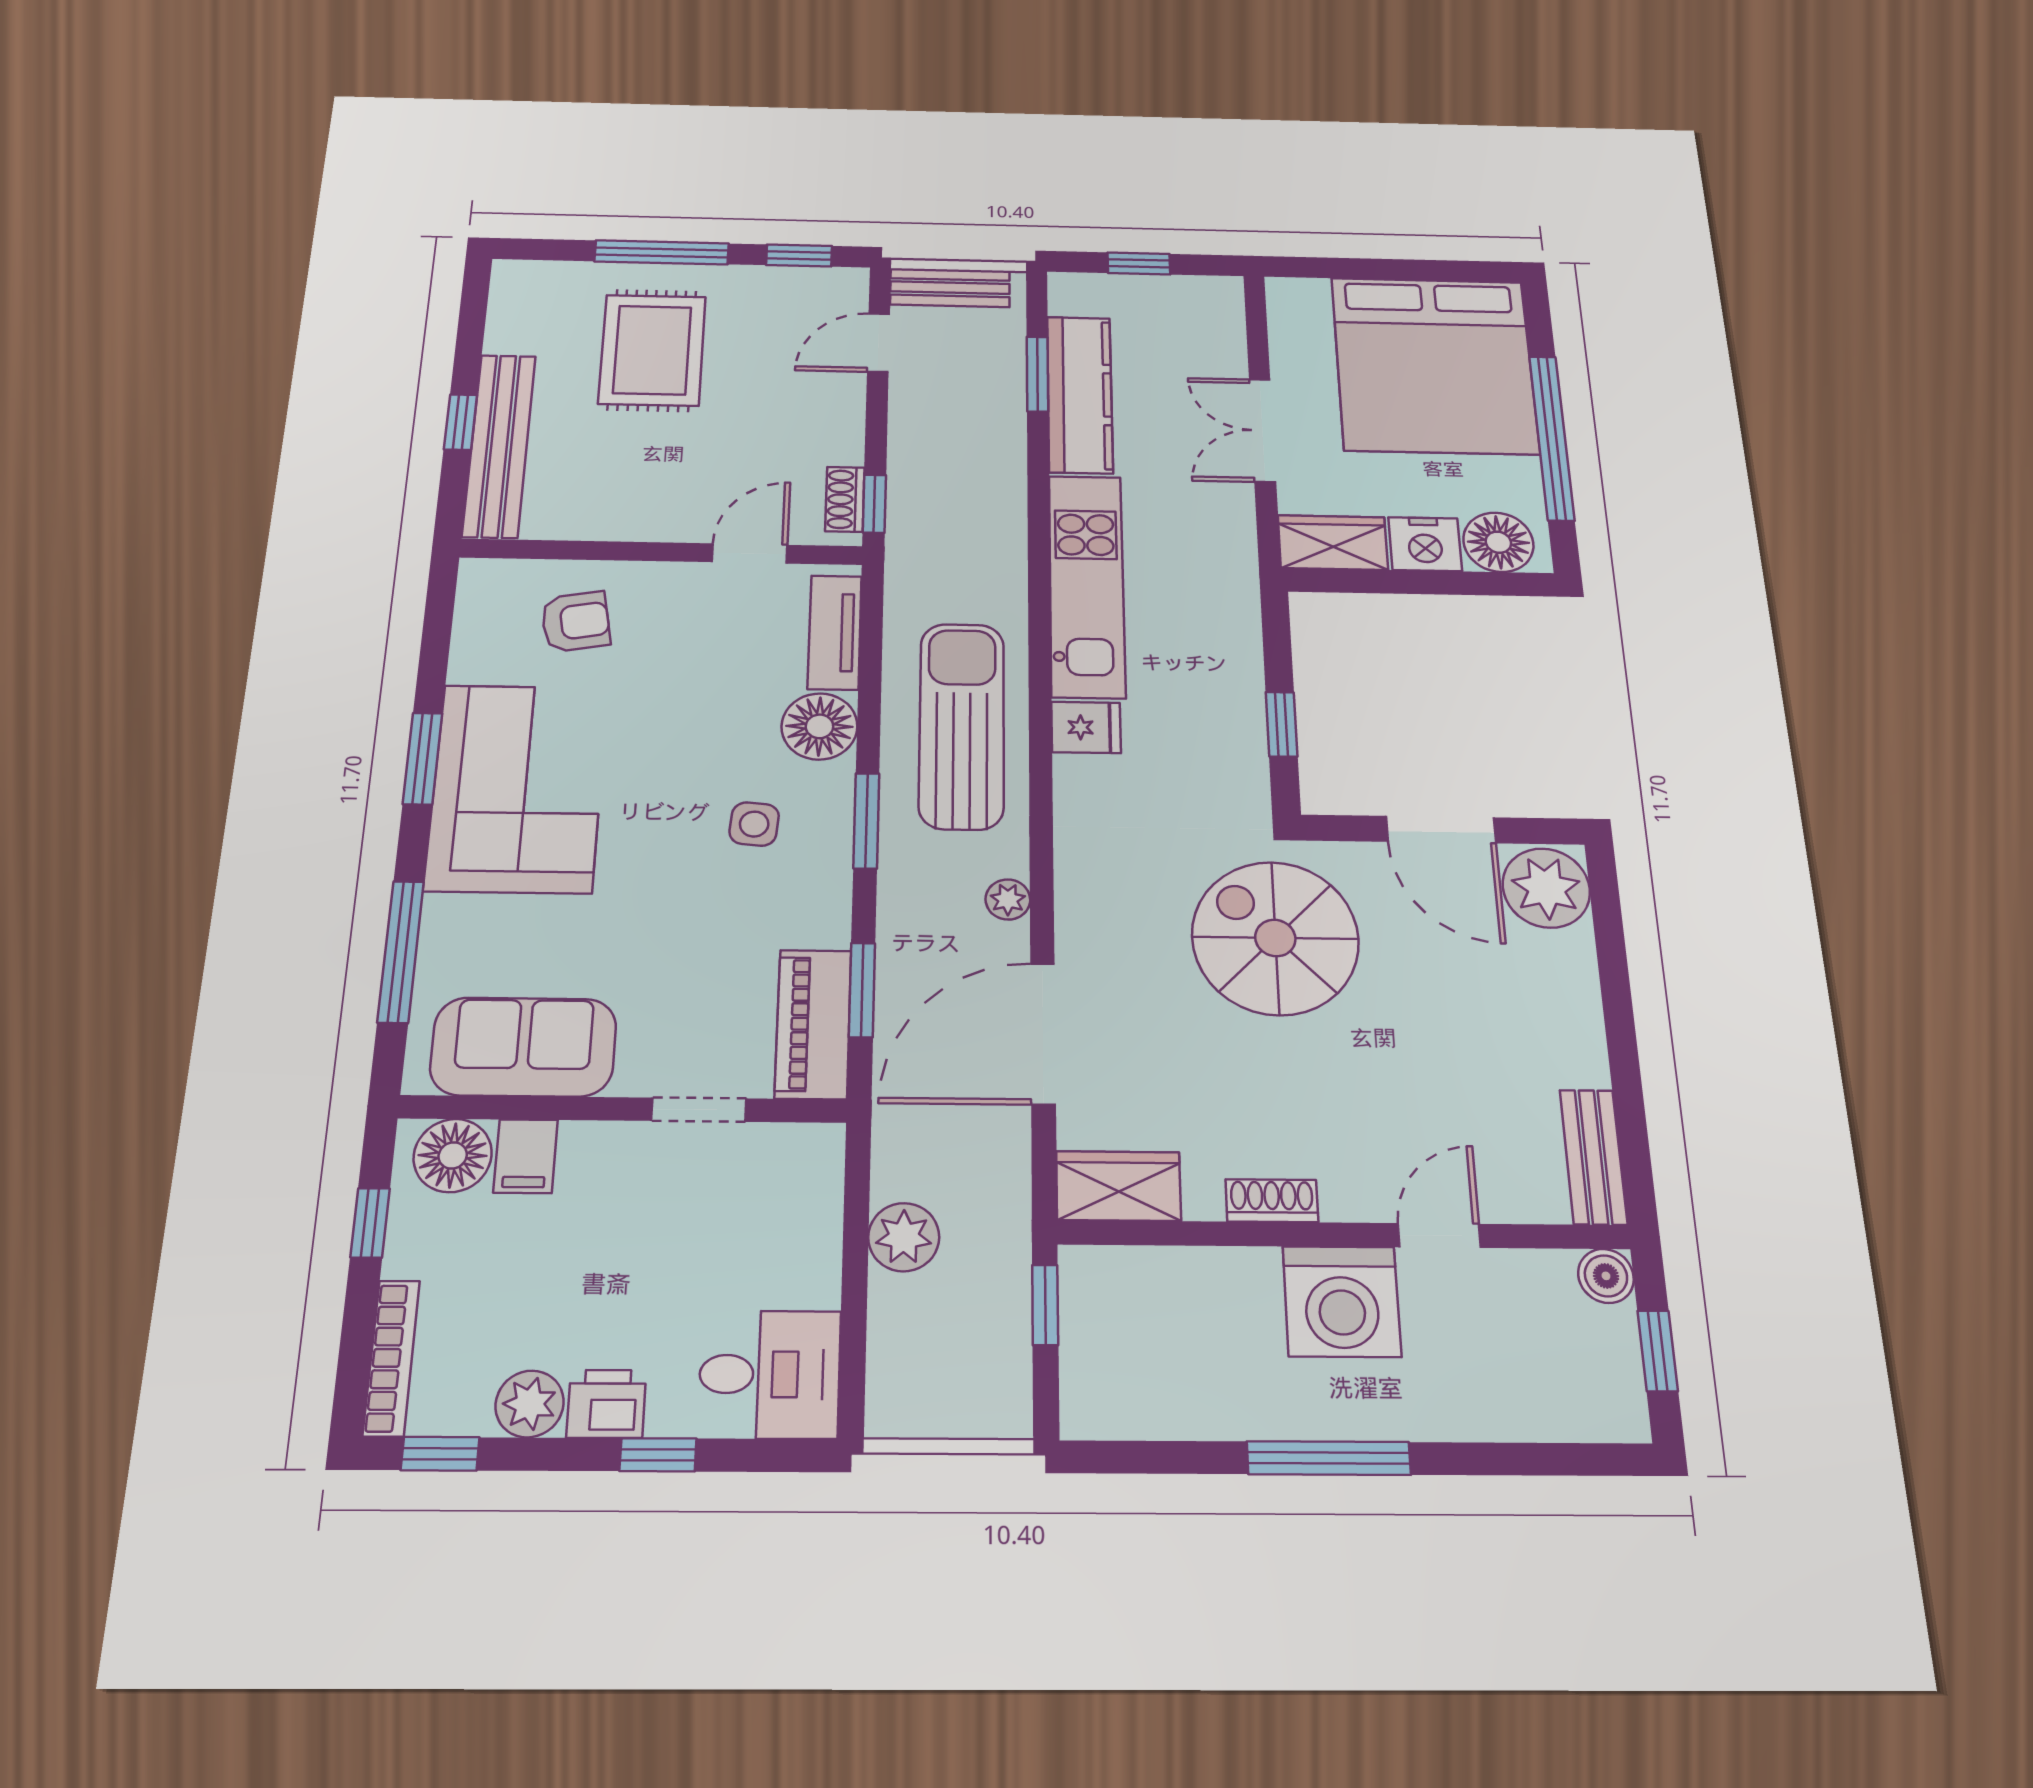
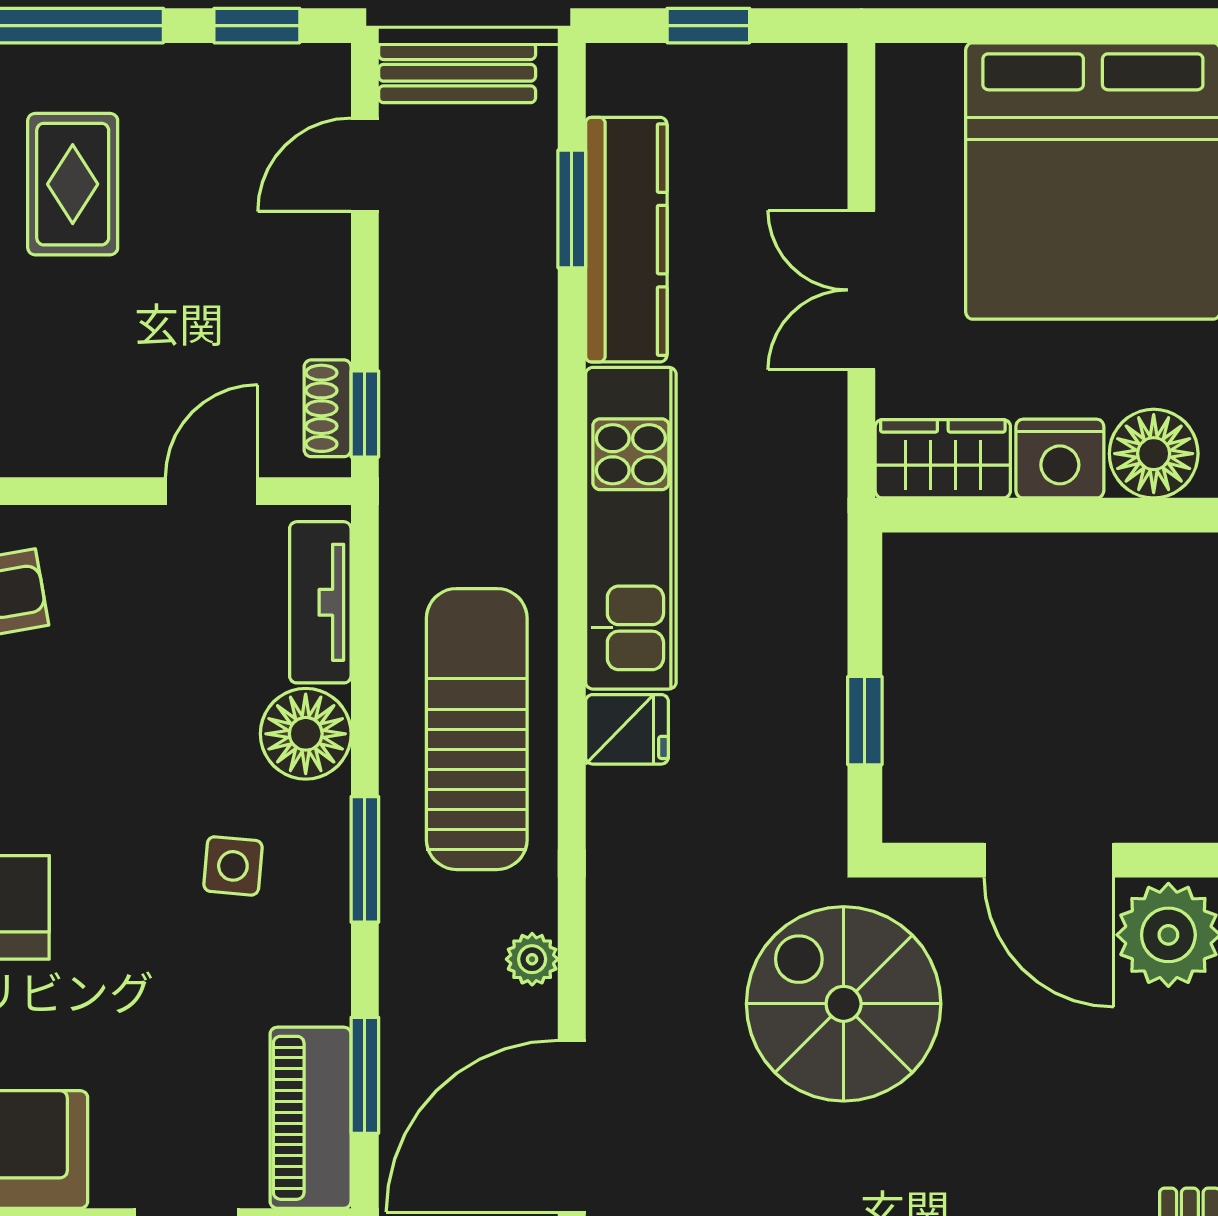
rug: (652, 350) -> (73, 184), width x0.73, depth x0.70

